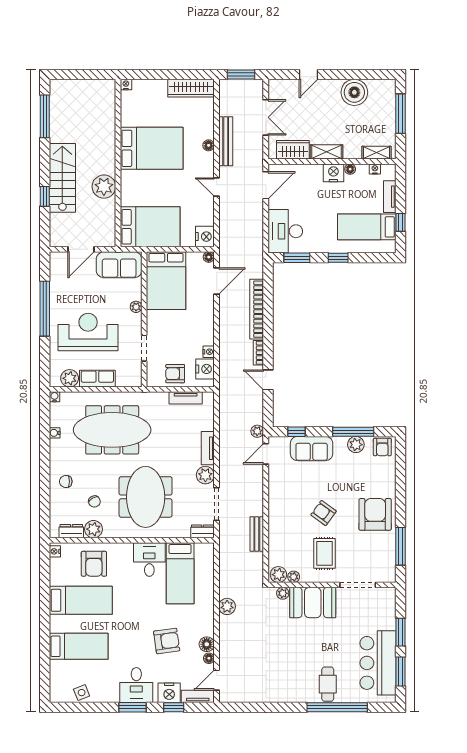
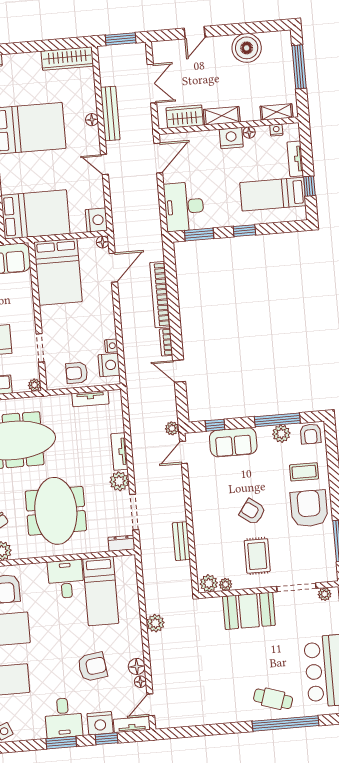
plant: (136, 307) -> (35, 385), moved
coffee table: (373, 481) -> (304, 472), added
plant: (283, 593) -> (325, 594), moved
cafe table: (328, 684) -> (273, 699), turned -72

